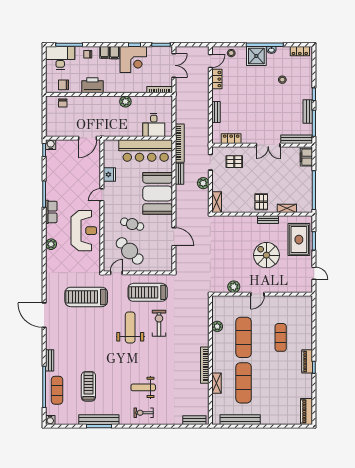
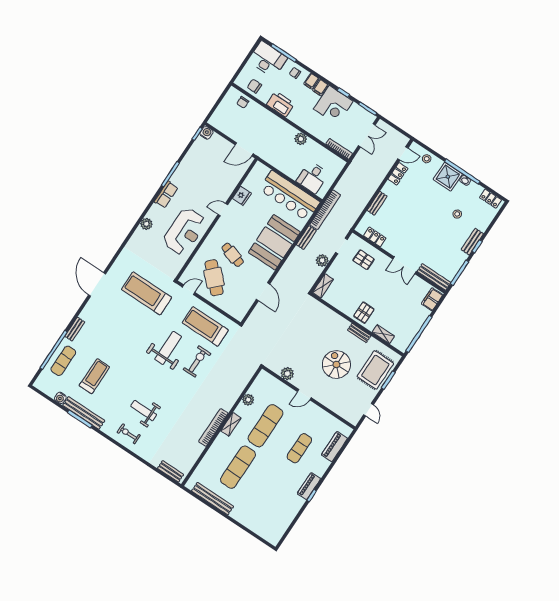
bench: (308, 111) -> (472, 242), moved
shelving: (217, 383) -> (231, 424), moved
piano: (306, 411) -> (334, 447), moved
water cooler: (50, 420) -> (60, 398), moved

